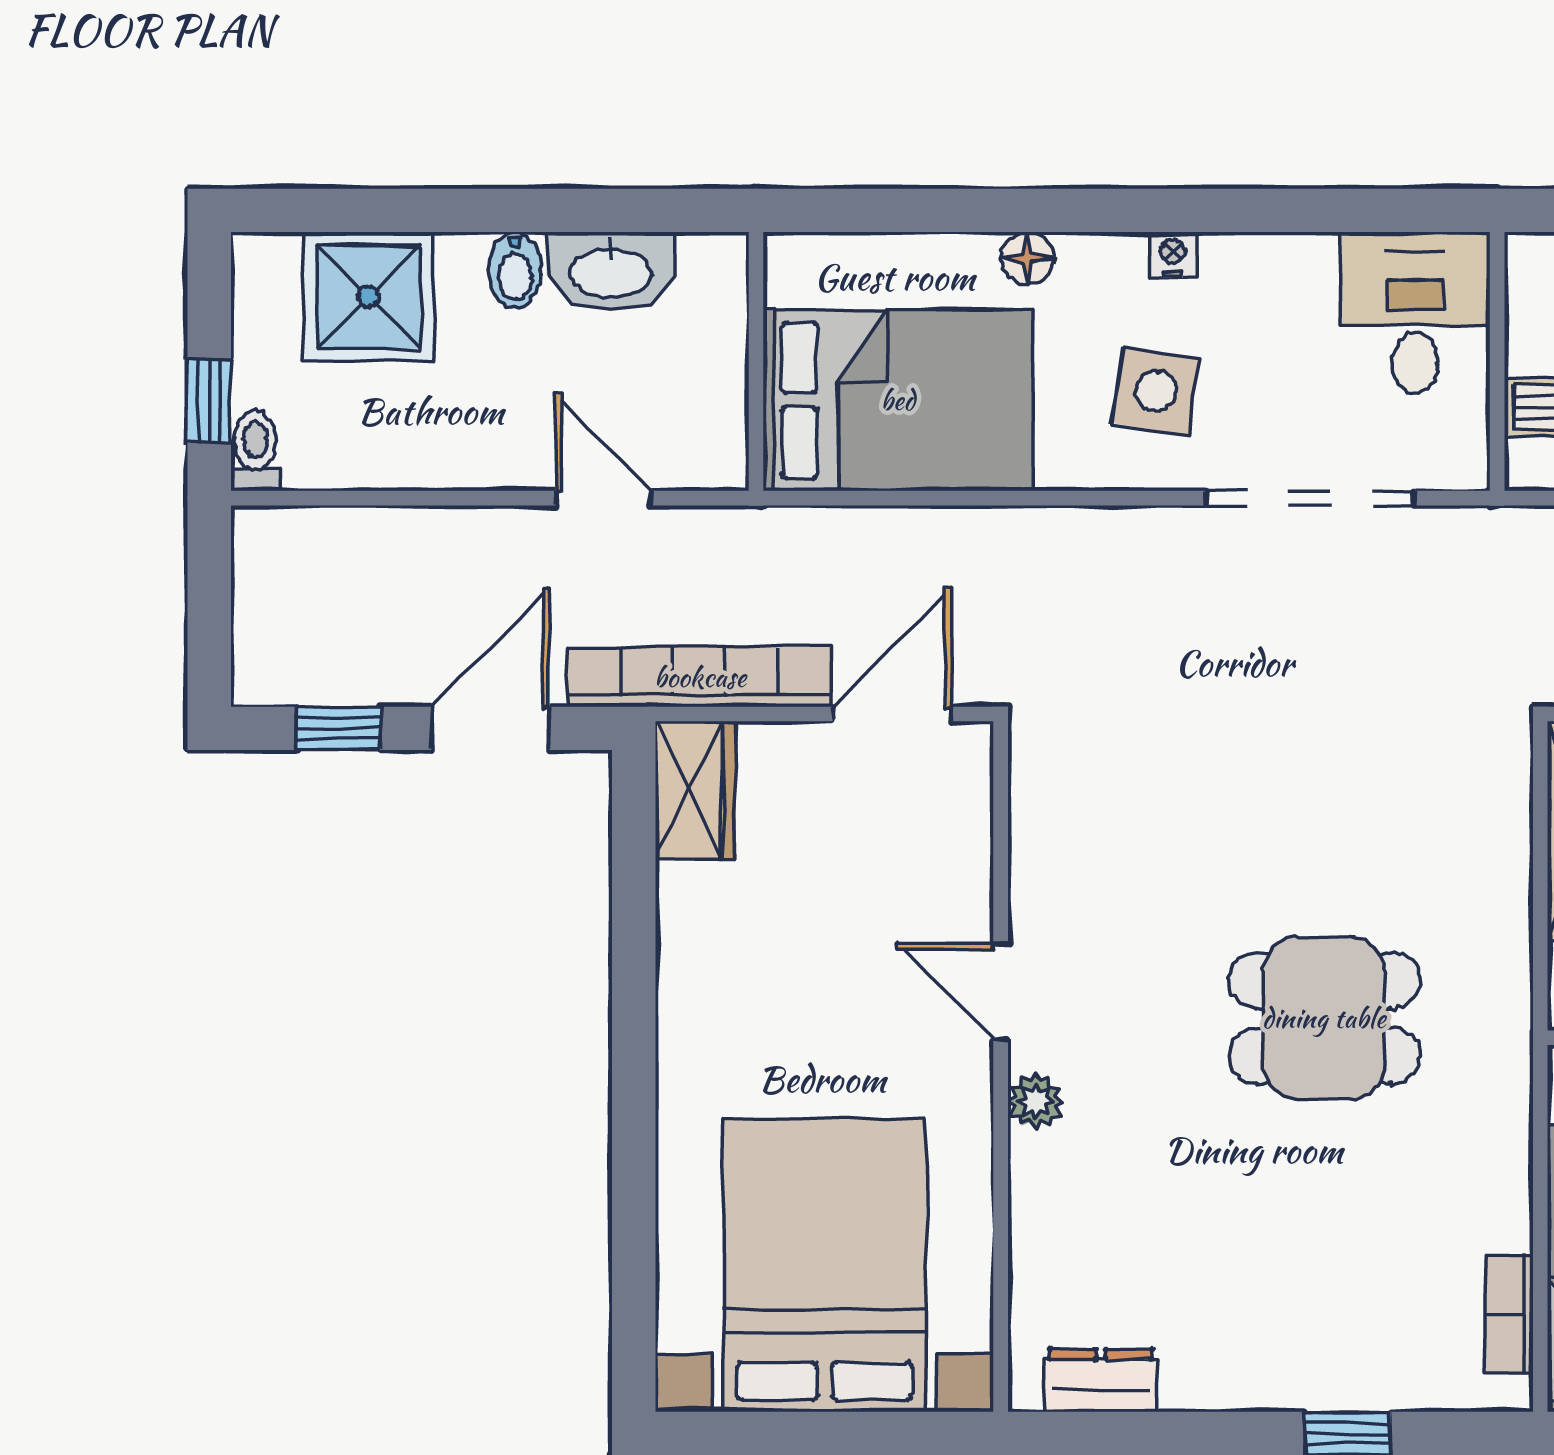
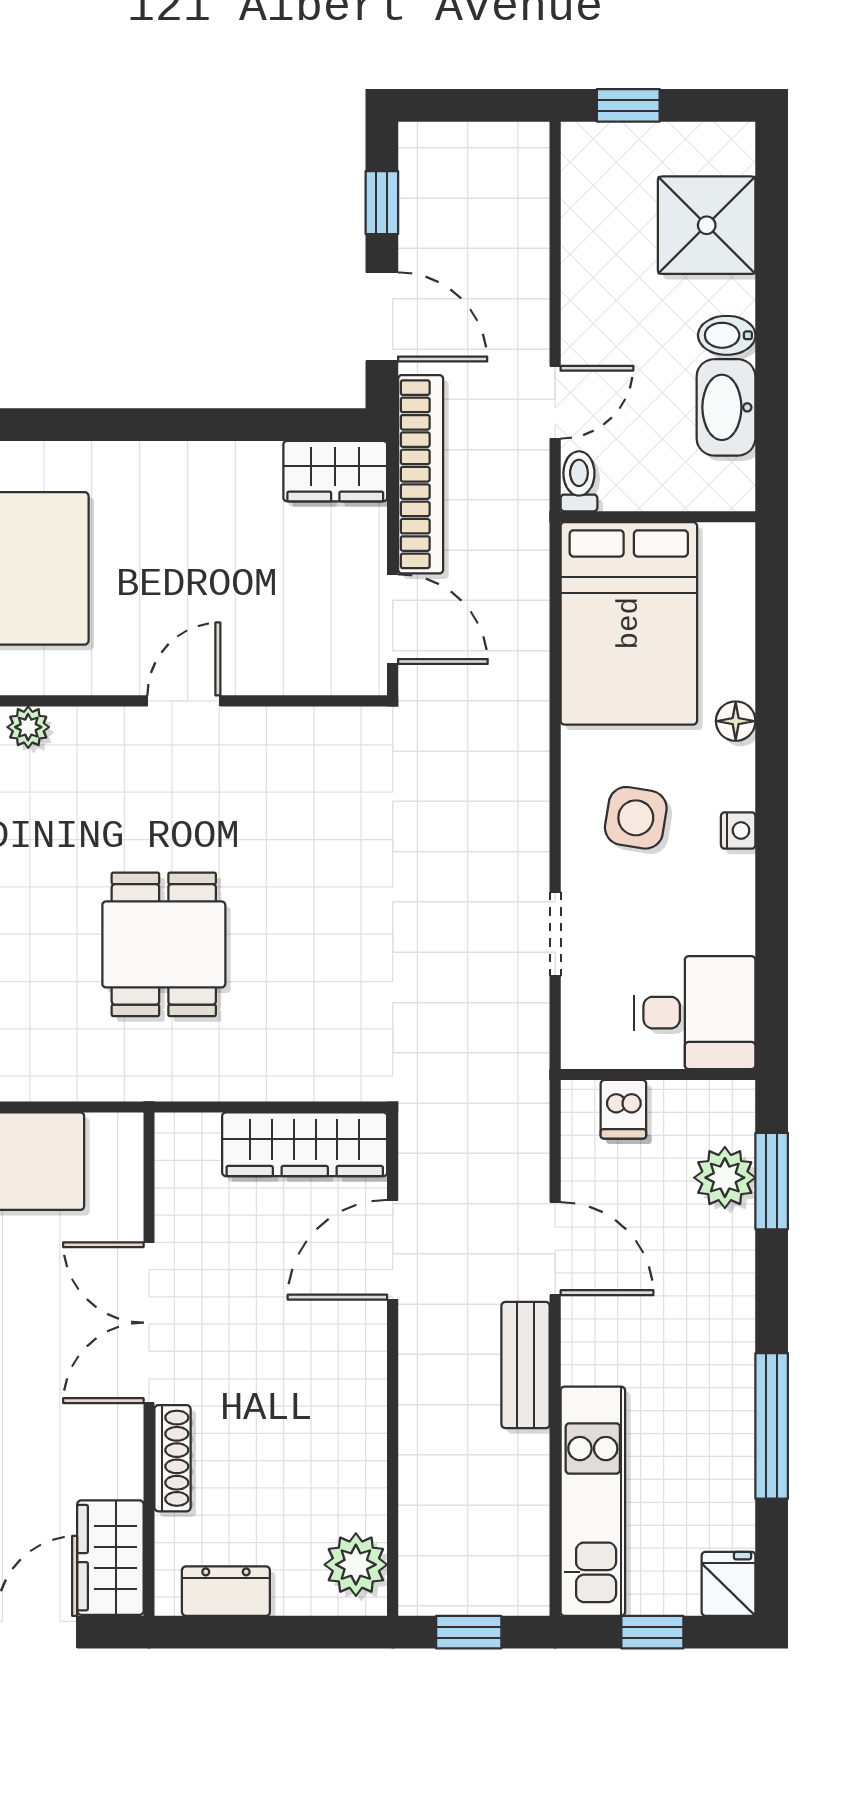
toilet: (255, 451) -> (579, 481), moved, turned -90
doorway: (1310, 498) -> (555, 934), width x0.53
plant: (1036, 1102) -> (28, 727), moved

